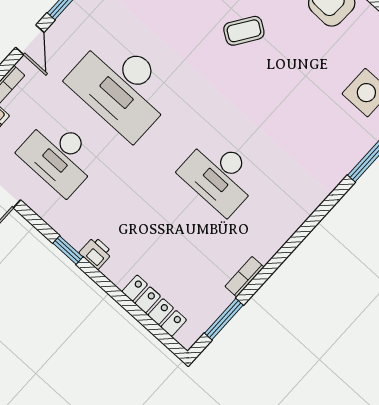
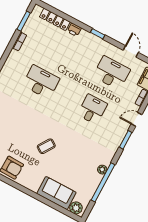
door: (30, 40) -> (137, 119), hinge flipped
desk: (122, 87) -> (92, 109), width x0.53, depth x0.77
printer: (96, 253) -> (74, 30), moved

